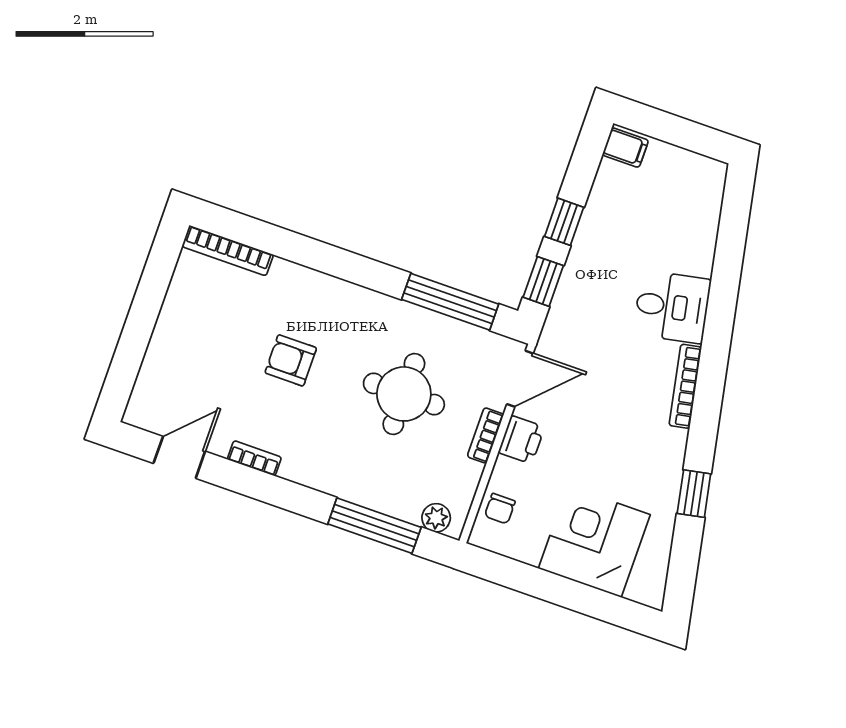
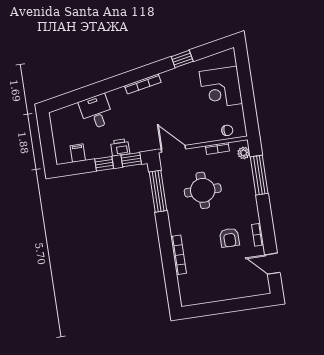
filing cabinet: (625, 148) -> (78, 153), moved
bookcase: (228, 251) -> (179, 255), moved
desk: (672, 307) -> (96, 112), moved
armchair: (291, 360) -> (229, 238), moved
bookcase: (485, 435) -> (217, 148), moved
printer: (521, 440) -> (120, 147), moved

